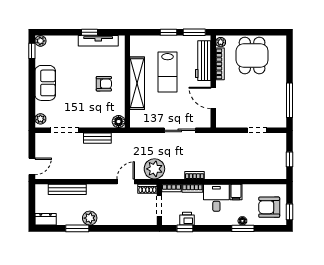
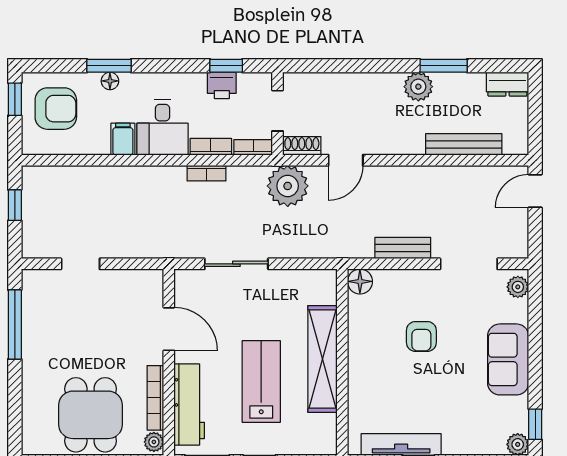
armchair: (104, 84) -> (421, 336), moved, turned -90

